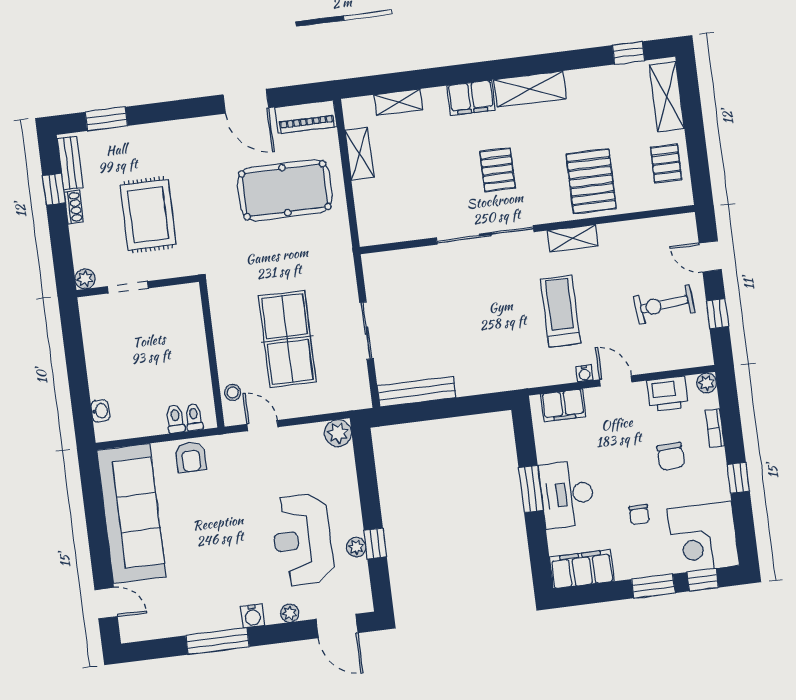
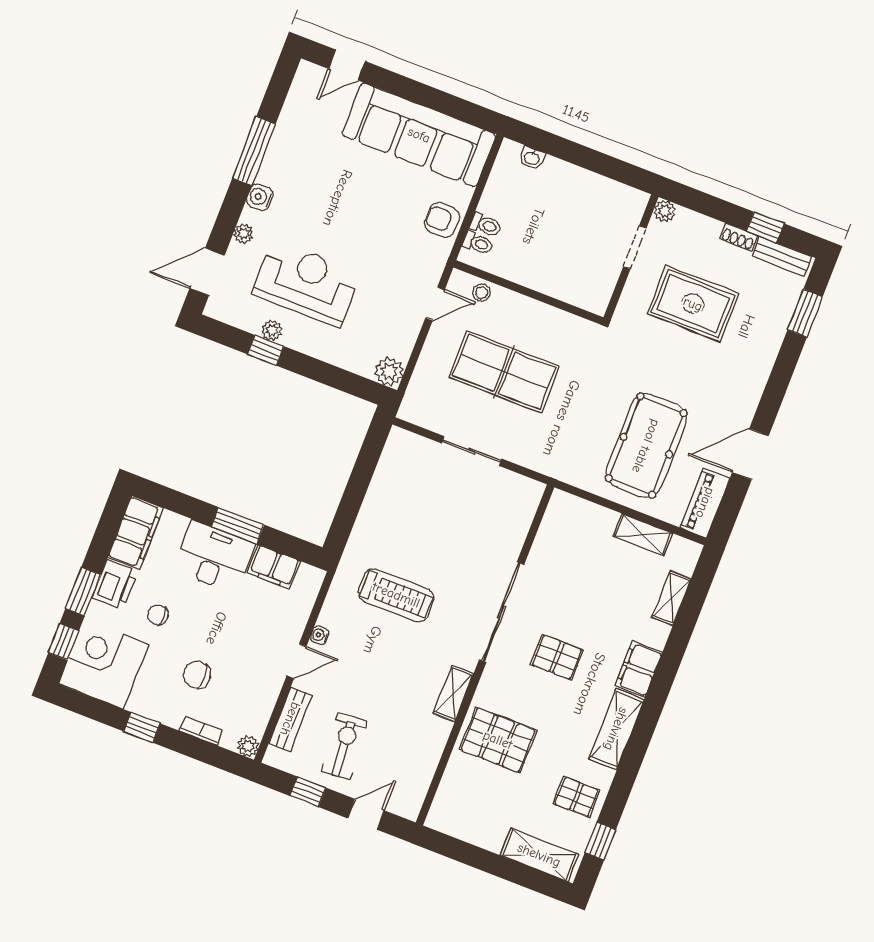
pallet: (666, 163) -> (577, 797), moved
treadmill: (560, 311) -> (396, 595), moved
bench: (417, 392) -> (290, 719), moved, width x0.73
printer: (668, 394) -> (115, 585), moved, turned 180
filing cabinet: (563, 405) -> (274, 567), moved, turned -90

